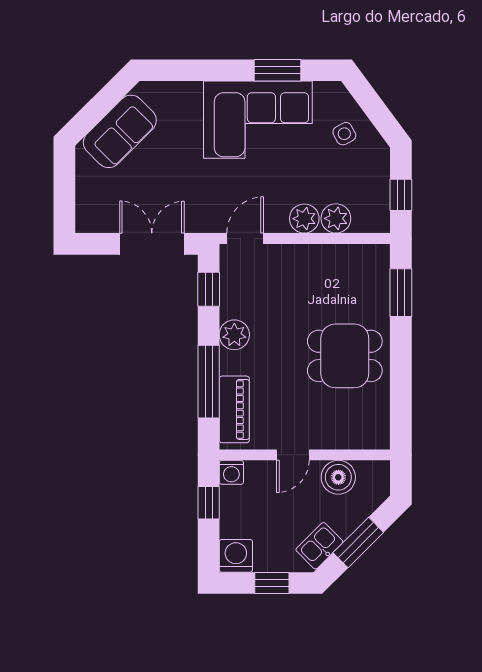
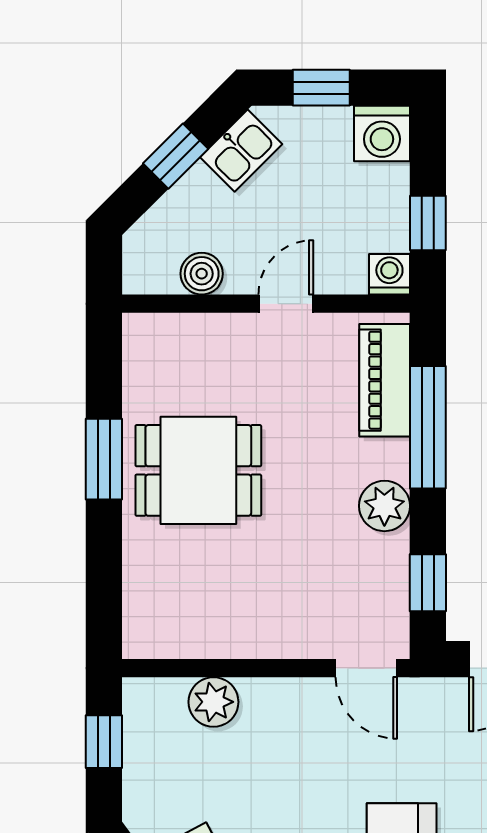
plant: (304, 219) -> (267, 702), removed
door: (245, 239) -> (366, 668), hinge flipped
window: (401, 293) -> (104, 459), moved
boiler: (338, 477) -> (202, 274), width x0.73, depth x0.73
window: (358, 542) -> (176, 156), width x0.67

